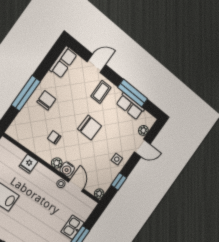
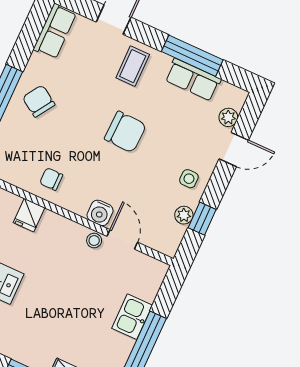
chair: (46, 100) -> (39, 101), turned -57
chair: (54, 137) -> (51, 179), moved
plant: (57, 163) -> (79, 205), removed
plant: (99, 194) -> (184, 215), moved

